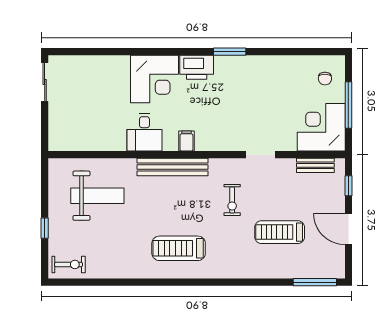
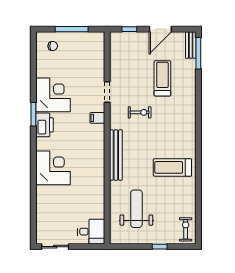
printer: (197, 67) -> (45, 125), moved
corner desk: (321, 127) -> (53, 95), moved, turned 180
desk: (144, 132) -> (91, 232), moved
filing cabinet: (186, 141) -> (97, 118), moved
bench: (315, 165) -> (191, 45), moved
treadmill: (280, 232) -> (162, 78), turned 180
treadmill: (179, 248) -> (172, 167), moved, turned 90

